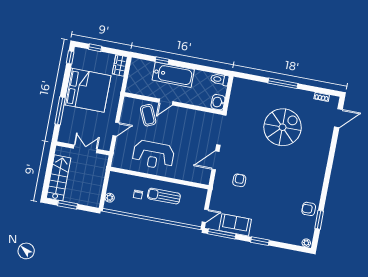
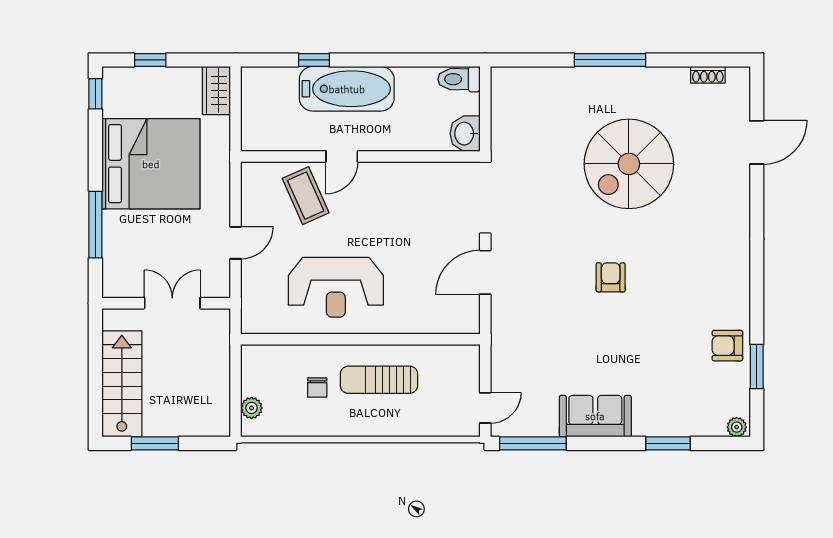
door: (338, 118) -> (757, 142), moved
spiral stairs: (283, 127) -> (629, 164), turned 180
armchair: (239, 180) -> (611, 277), moved
sofa: (235, 225) -> (595, 416), moved
window: (260, 241) -> (668, 443), moved

